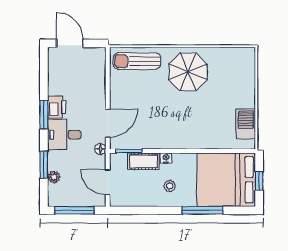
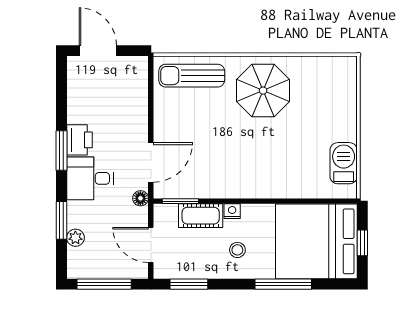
window: (135, 210) -> (189, 284), added

